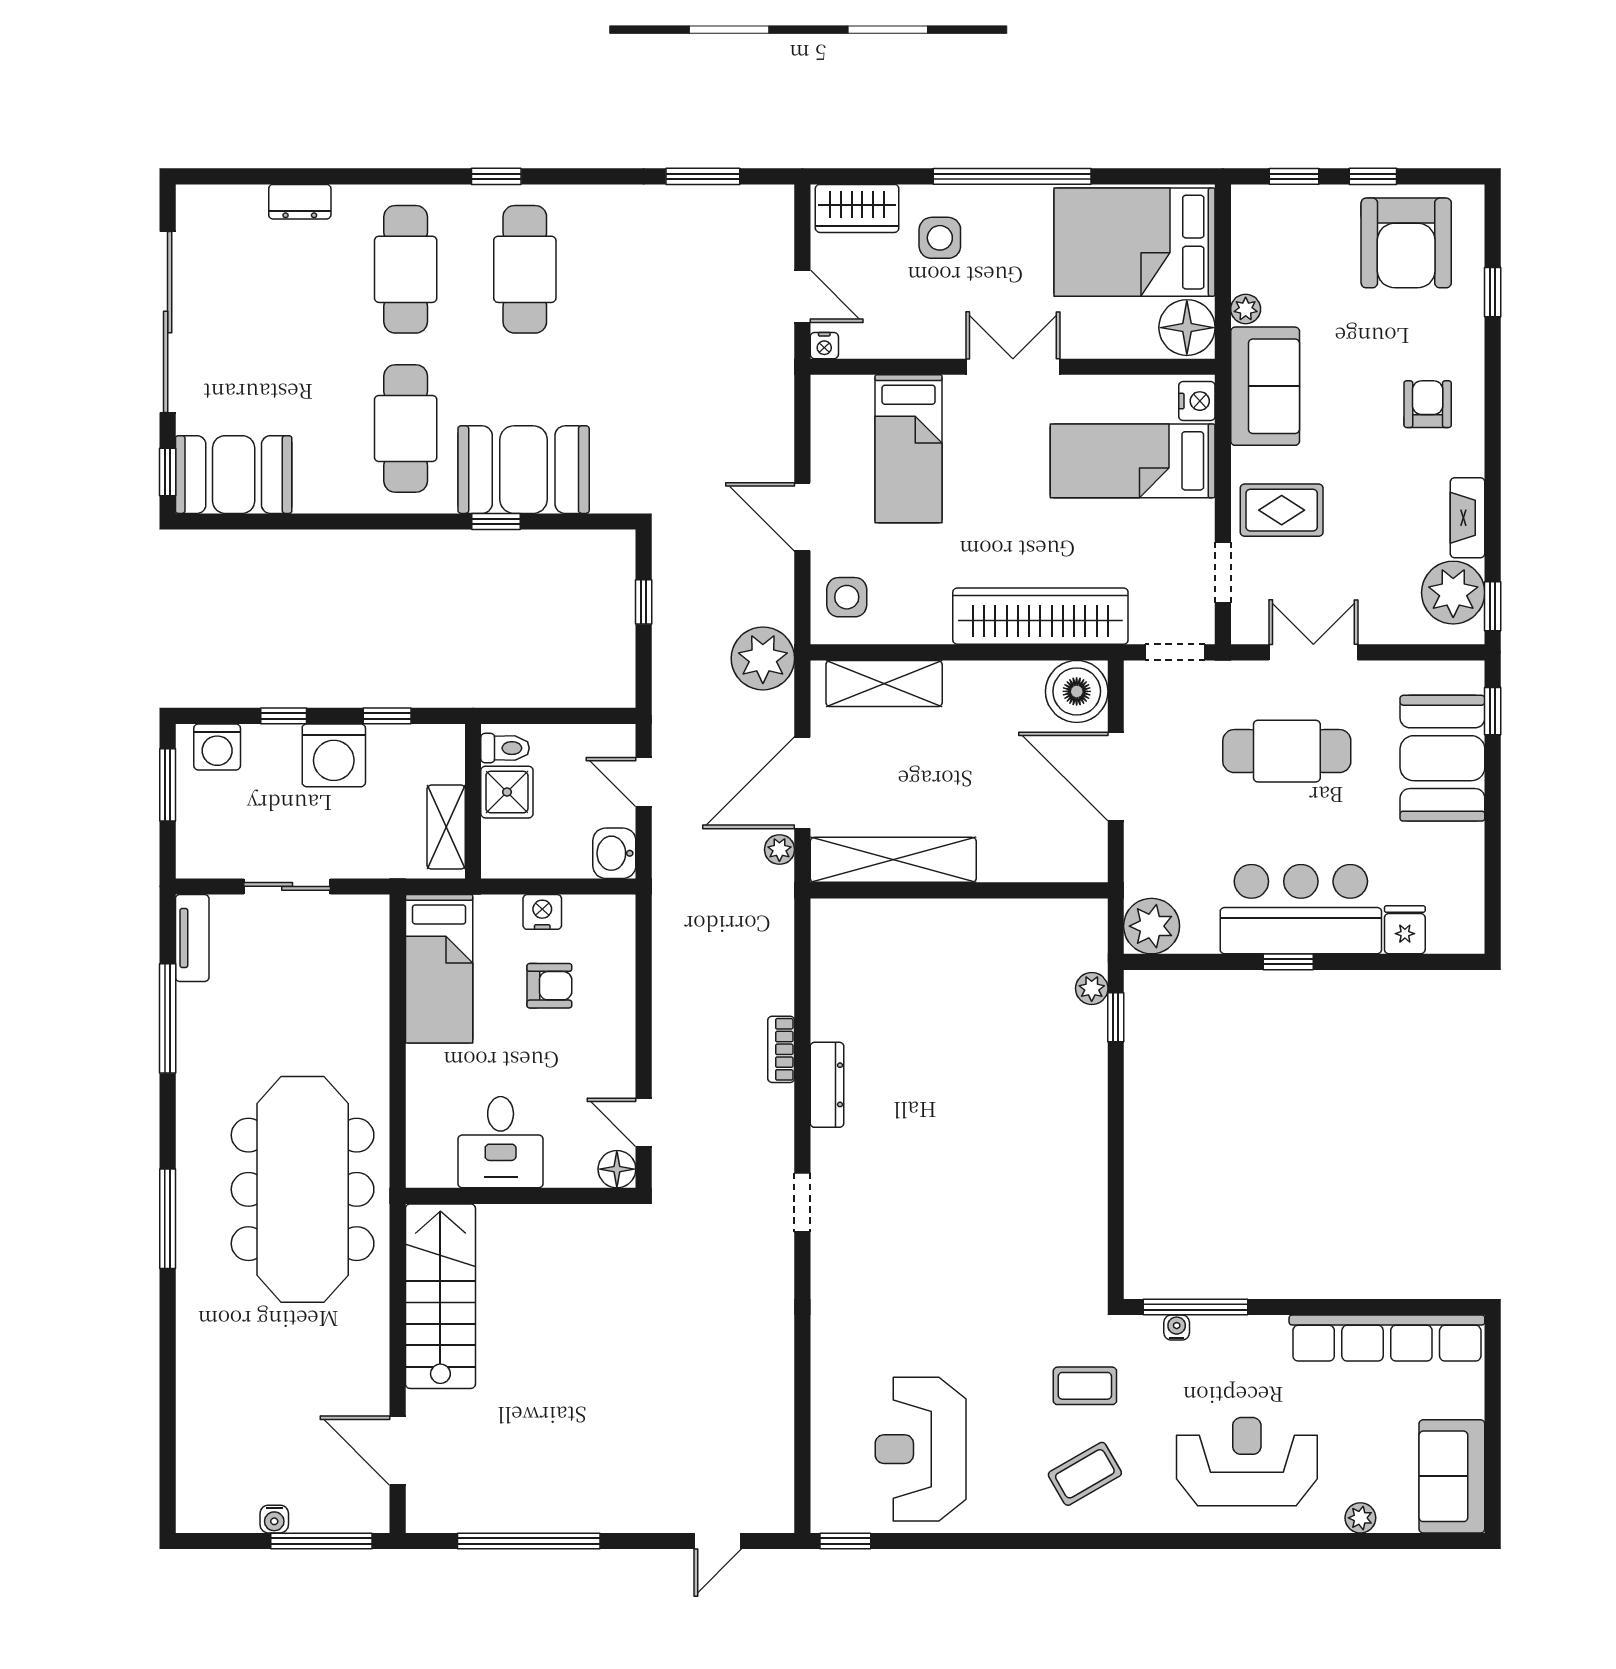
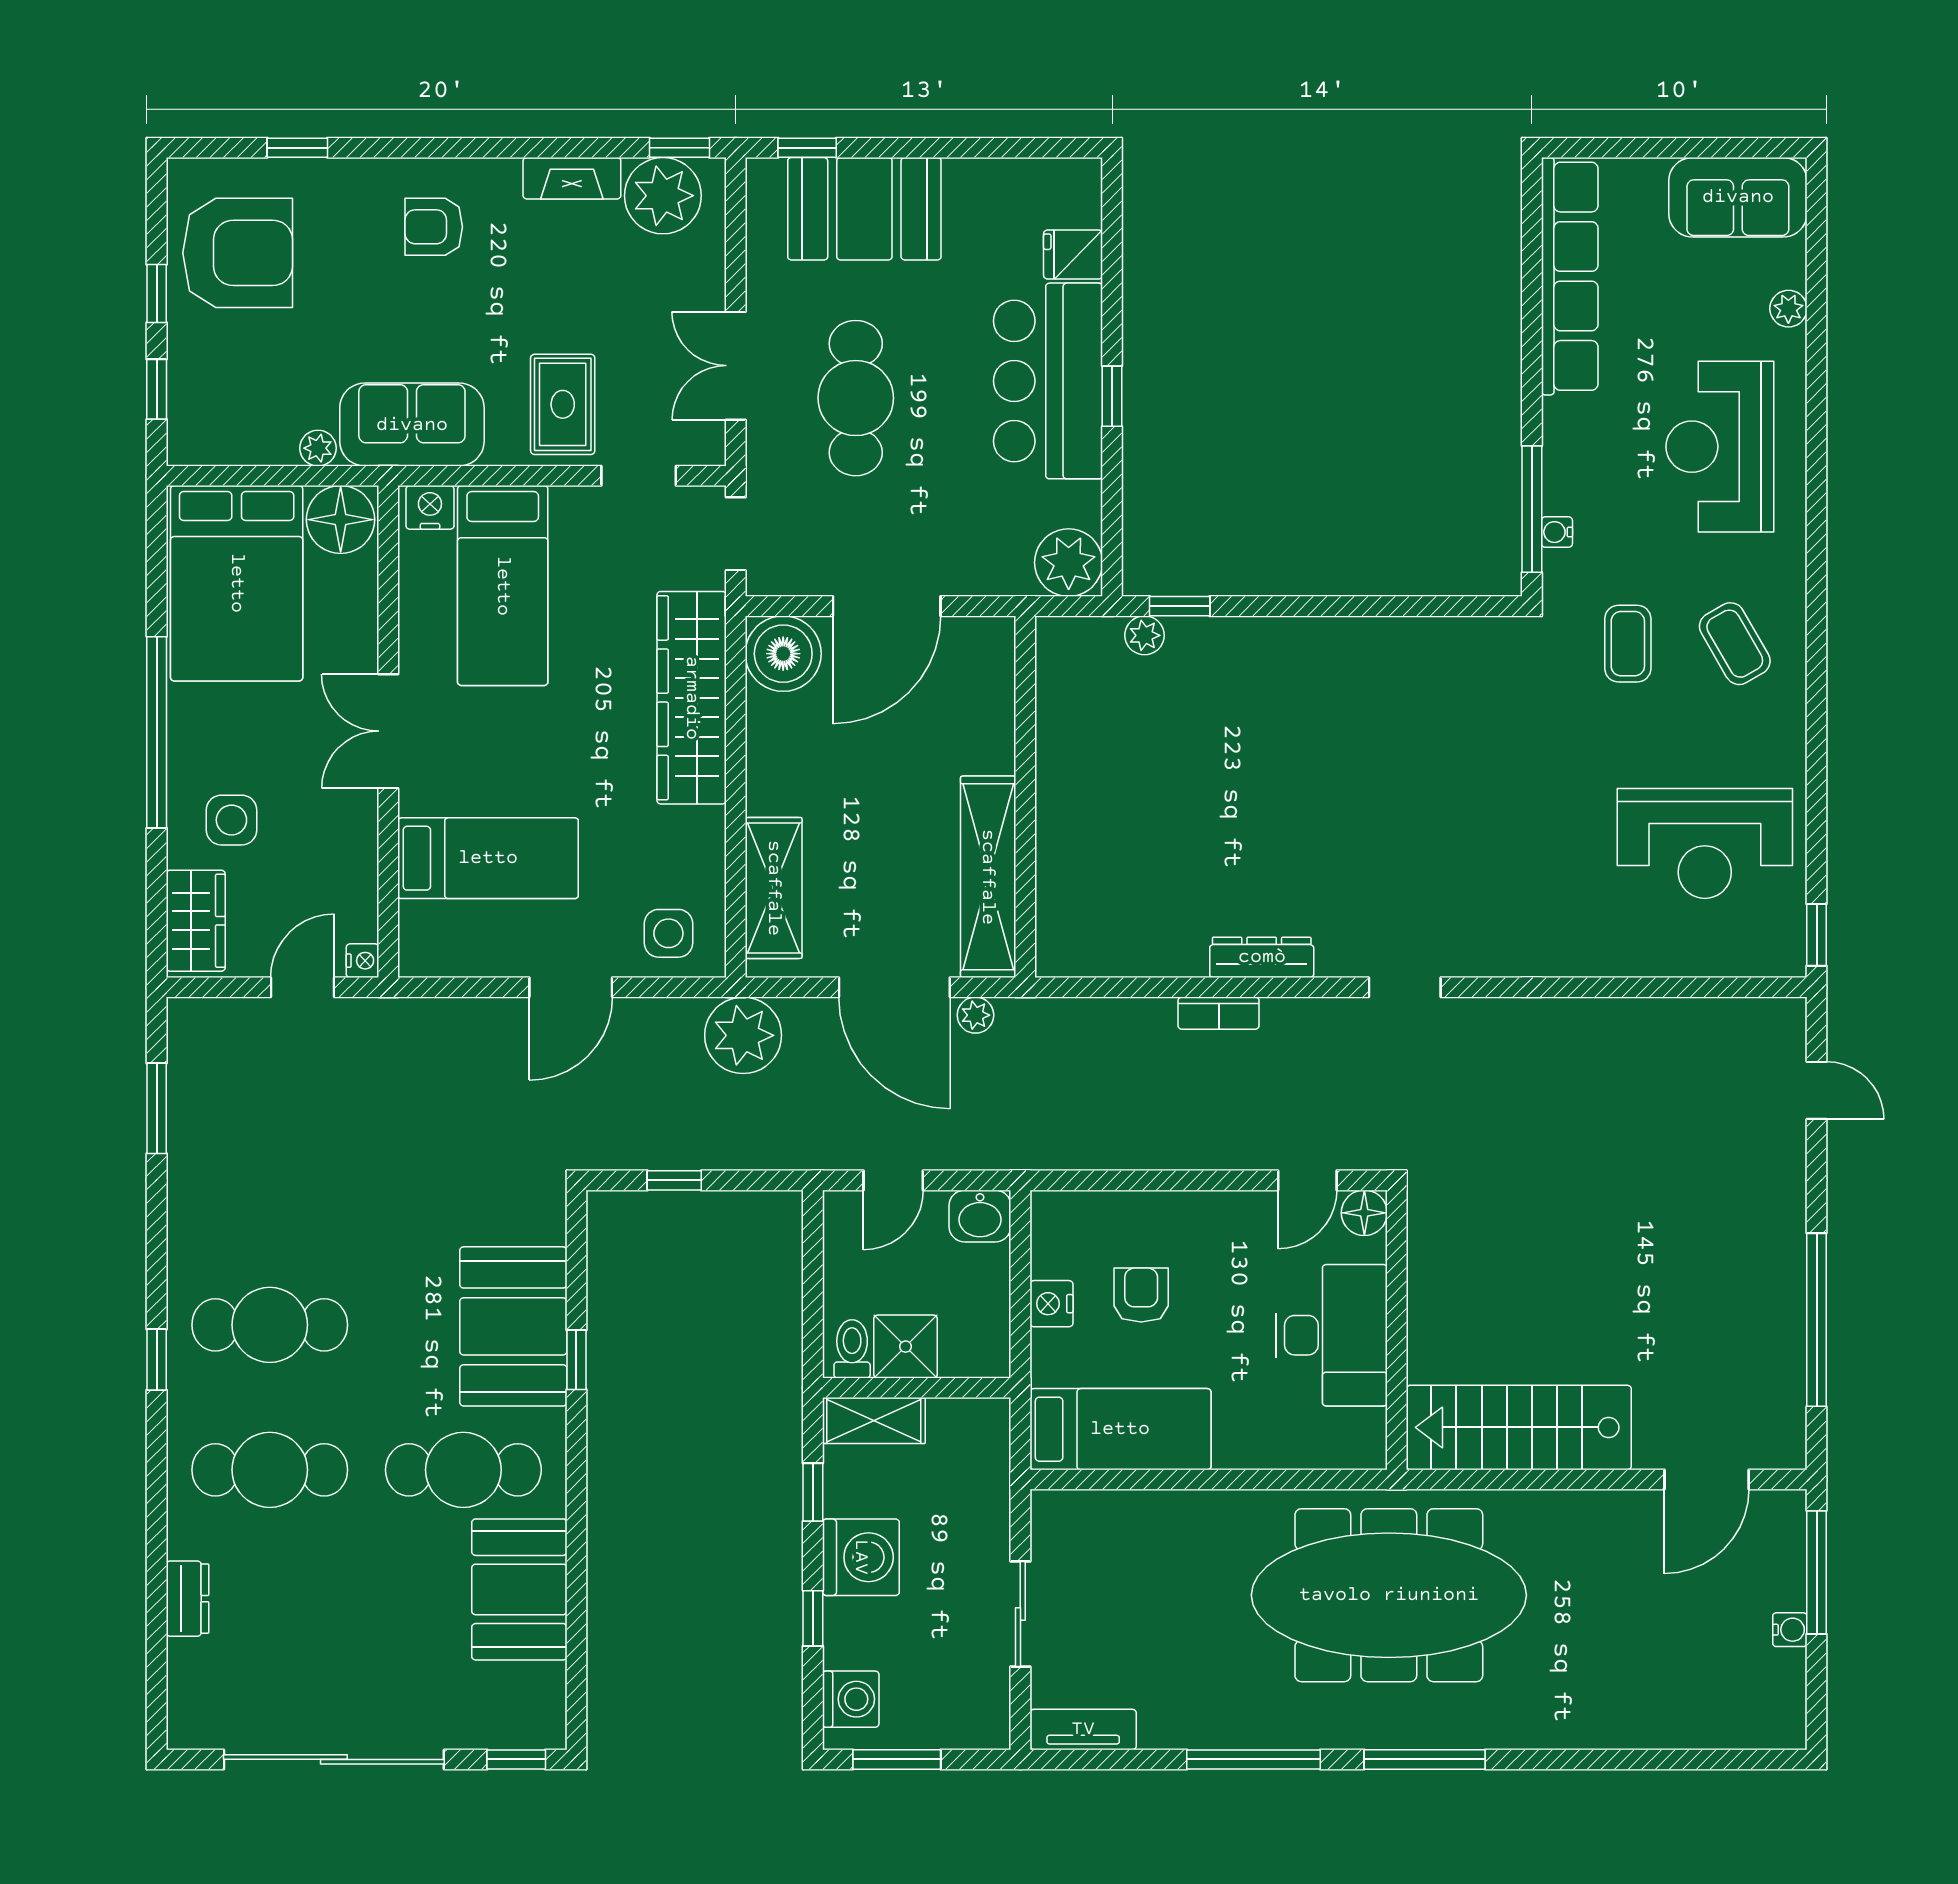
booth: (234, 475) -> (519, 1589), moved
shelving: (446, 827) -> (874, 1421), moved
window: (168, 1018) -> (1253, 1759), moved
desk: (501, 1142) -> (1331, 1335), width x1.37

